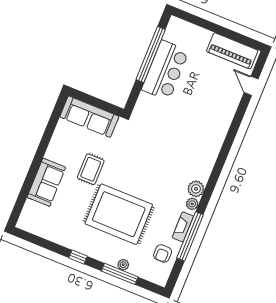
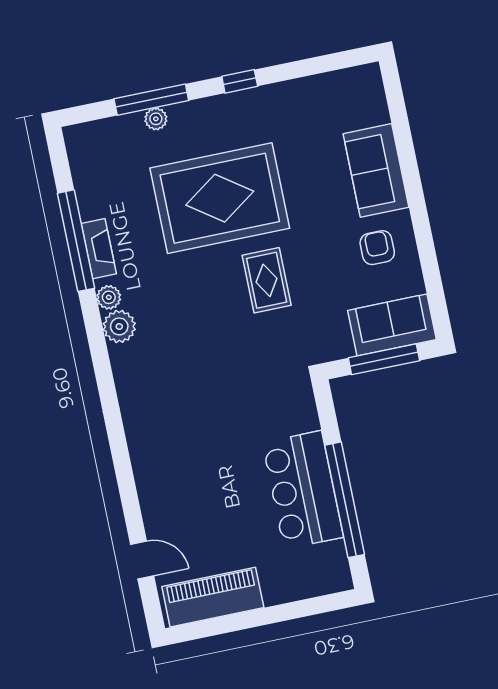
window: (95, 102) -> (384, 359), added
sofa: (89, 117) -> (392, 325), width x0.73
rug: (91, 169) -> (267, 280), moved
armchair: (163, 254) -> (377, 248), moved

